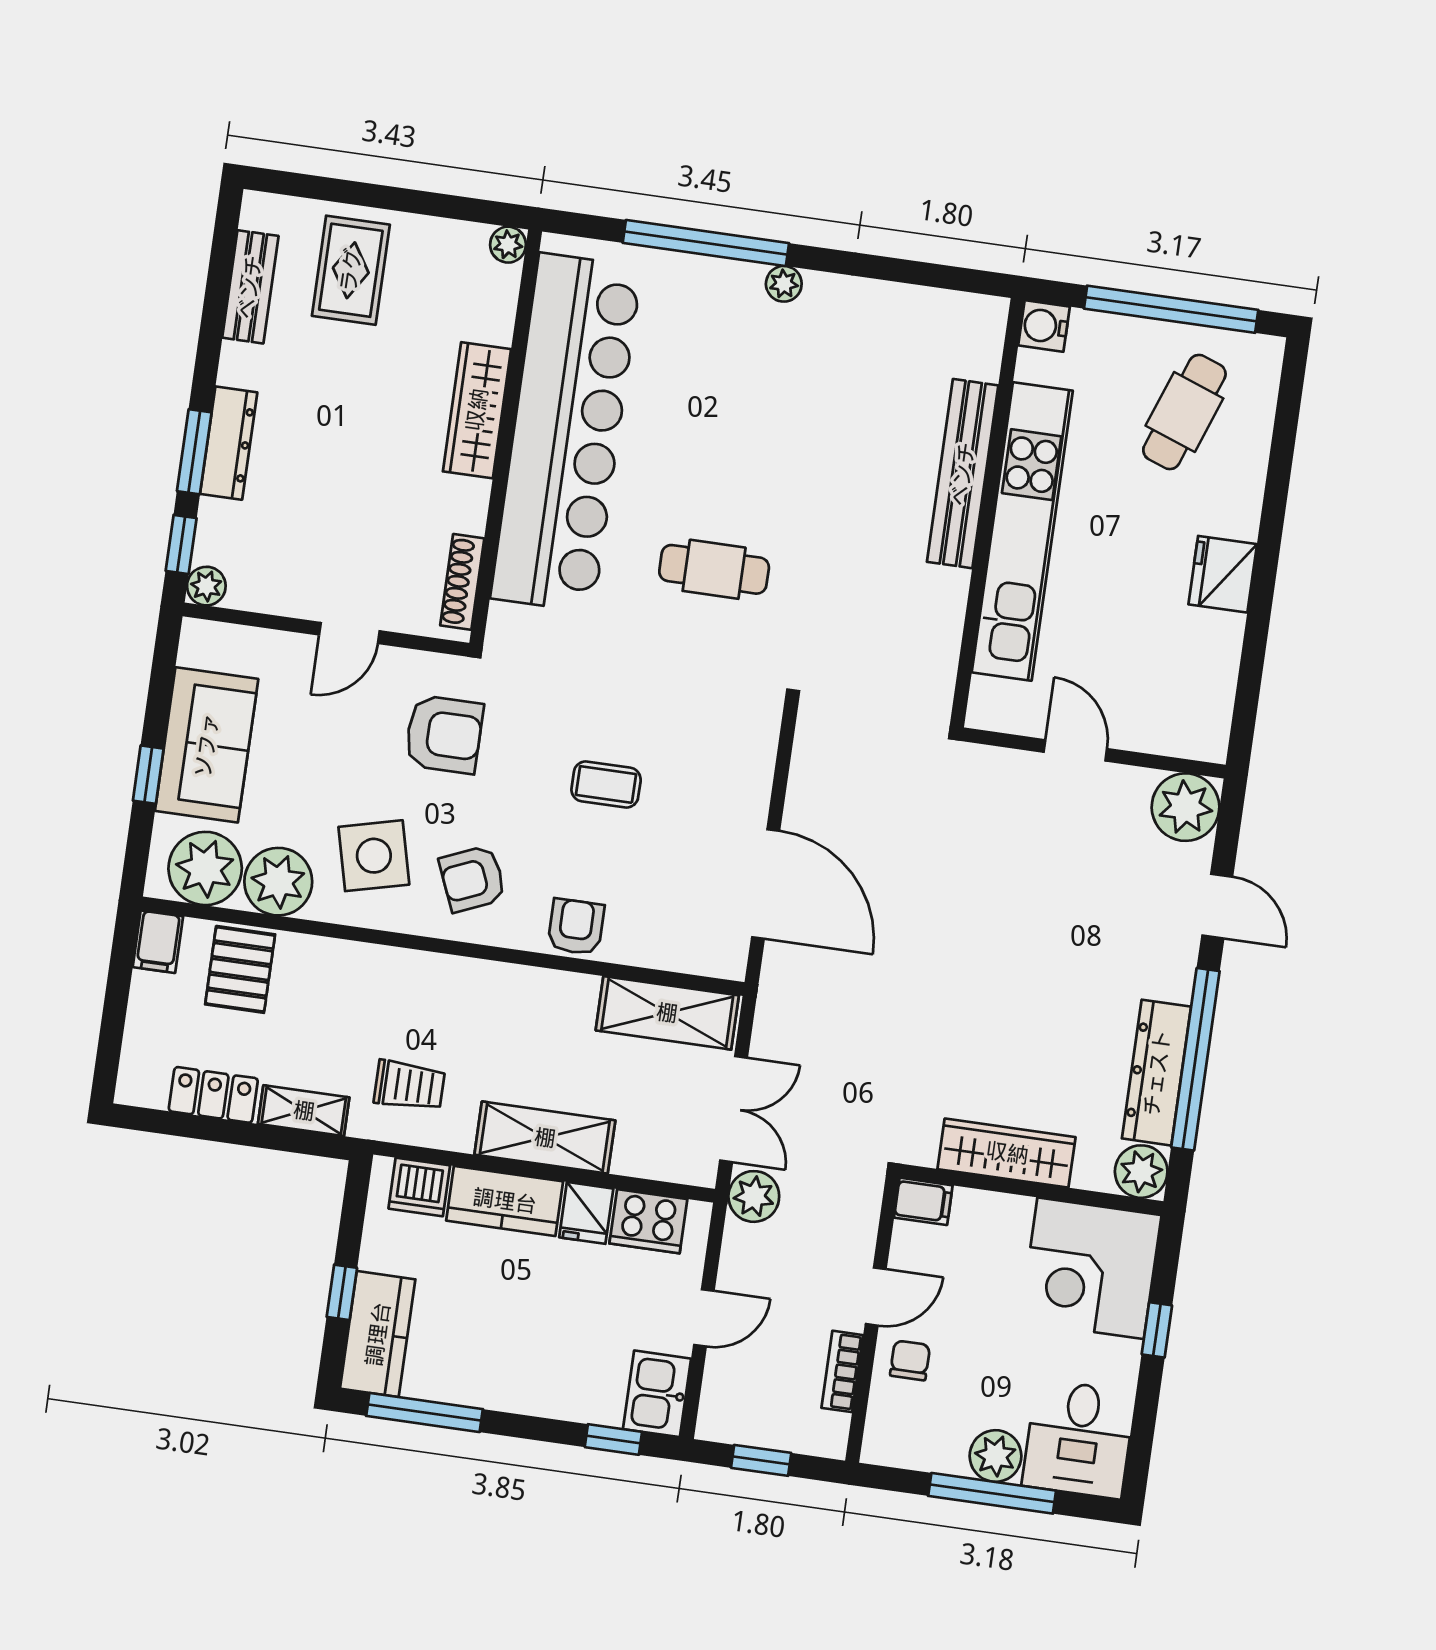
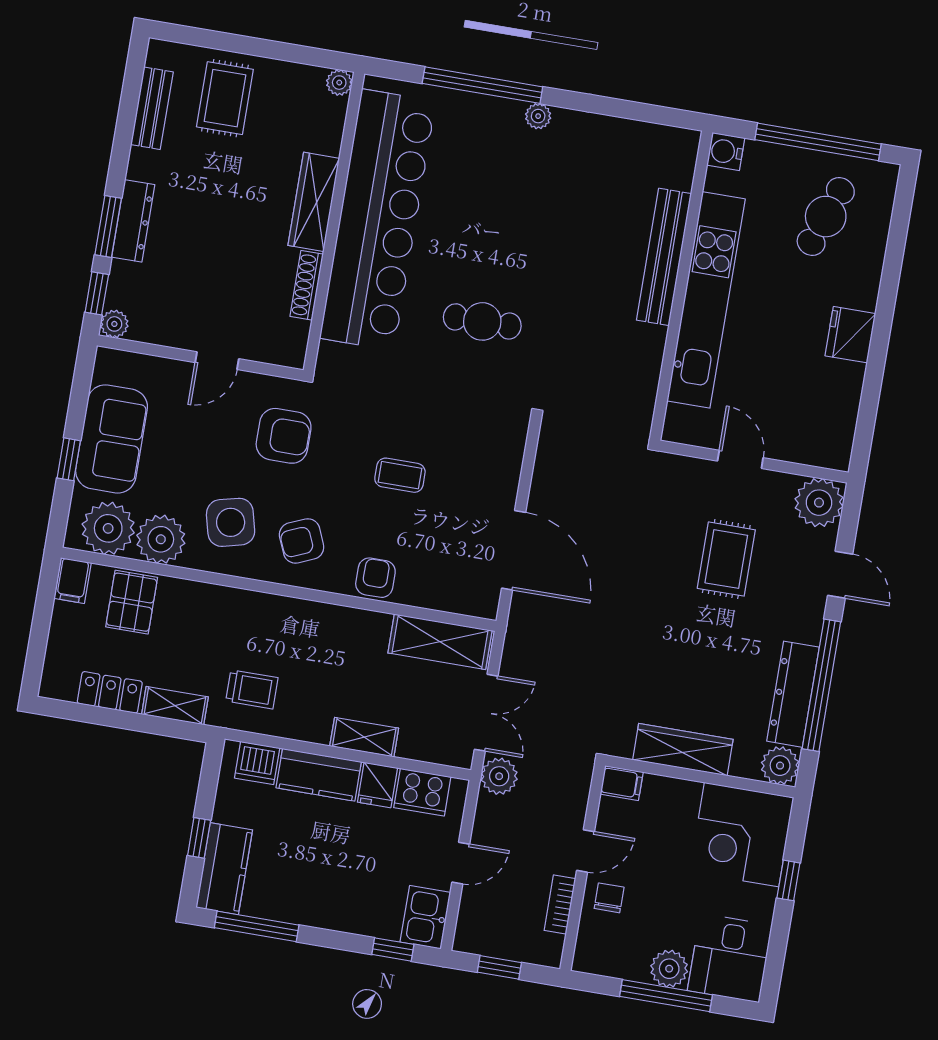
shoe rack: (462, 582) -> (307, 285), moved
rug: (1060, 888) -> (726, 559), added
shelving: (545, 1138) -> (364, 737), width x0.67, depth x0.75

